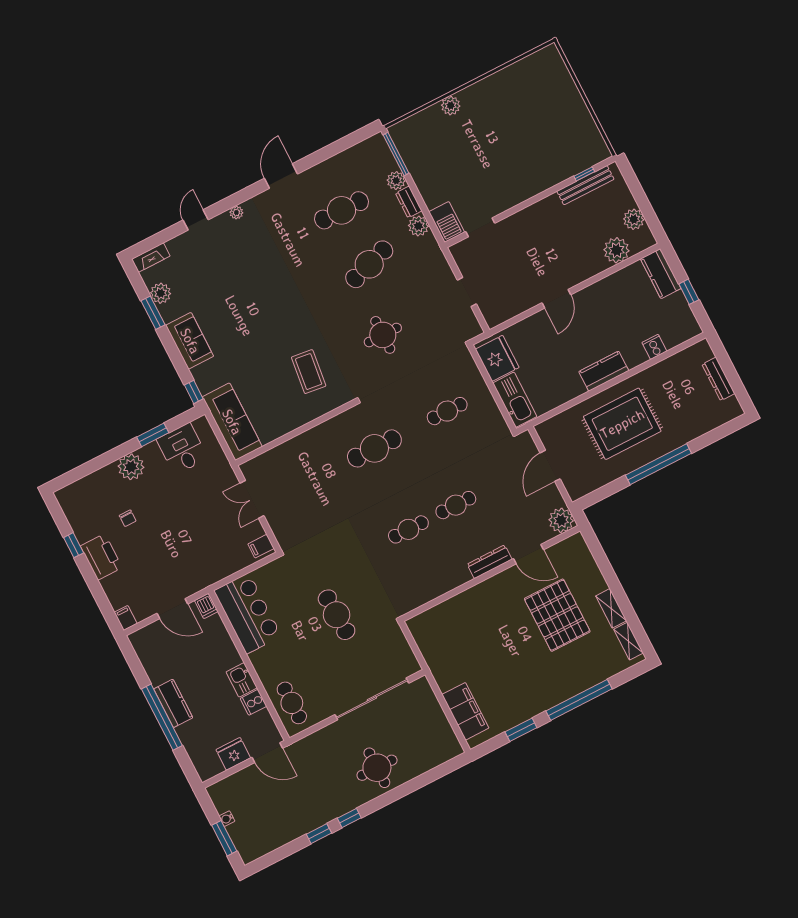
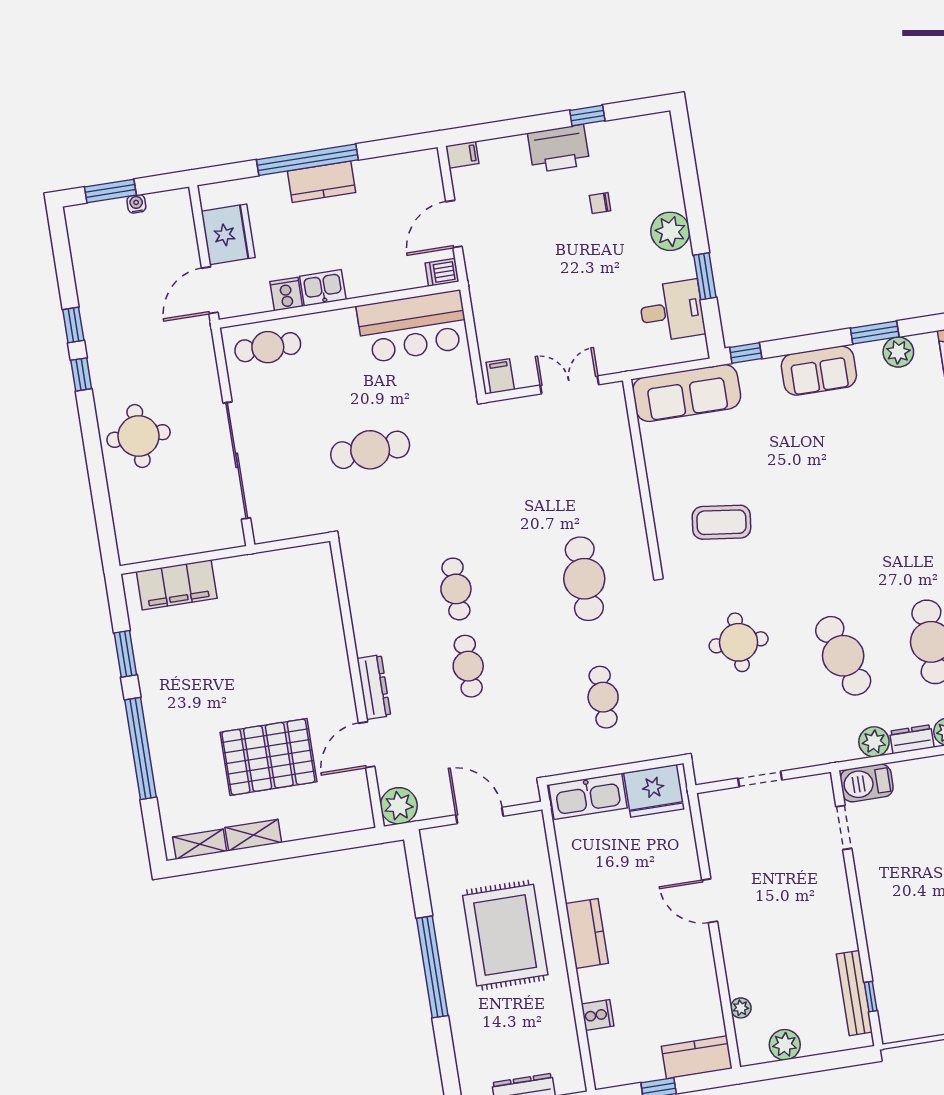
plant: (616, 250) -> (741, 1008), width x0.53, depth x0.53
fridge: (233, 754) -> (228, 234), width x1.36, depth x1.34

